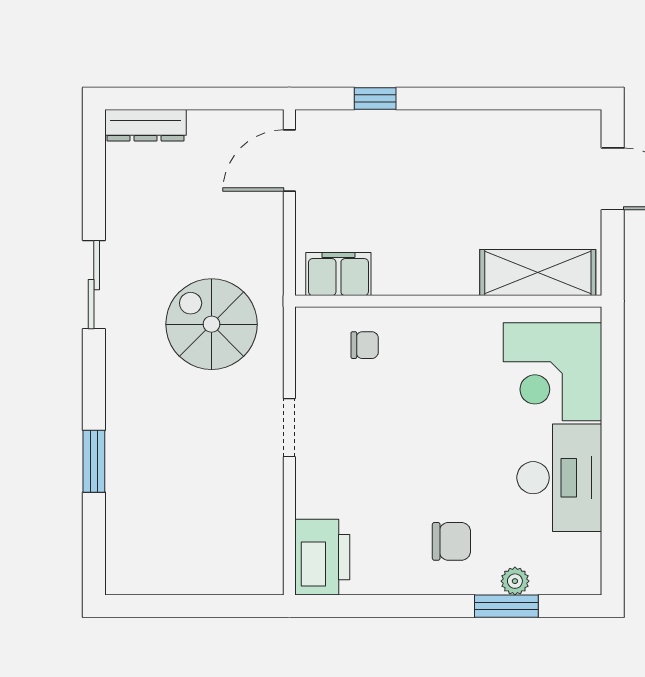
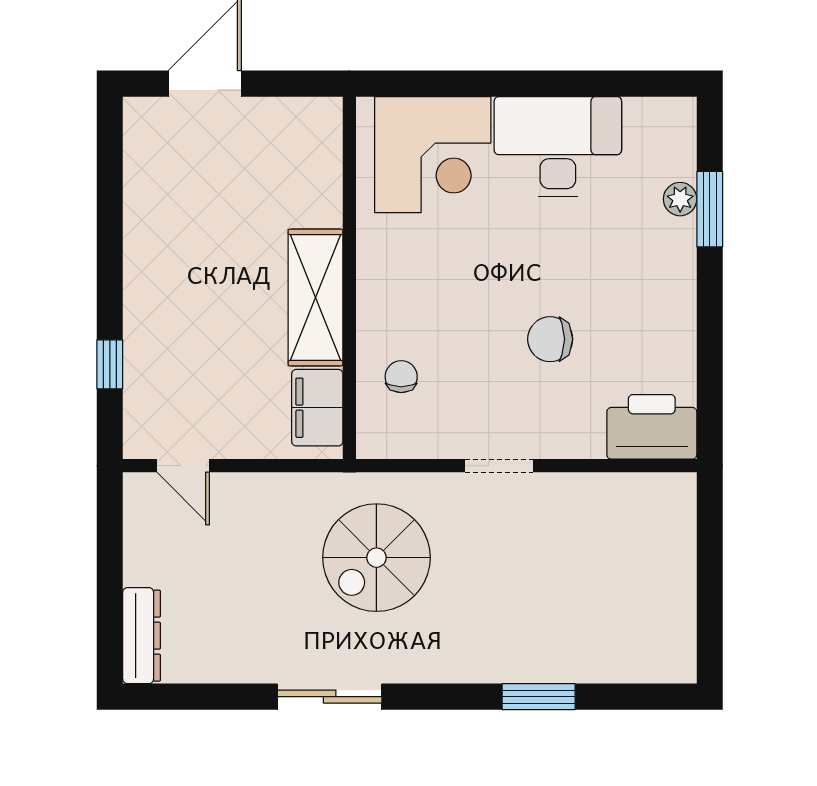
door: (289, 161) -> (183, 466), width x0.73
shelving: (538, 273) -> (316, 297), moved
chair: (451, 541) -> (550, 339), moved, turned -90

